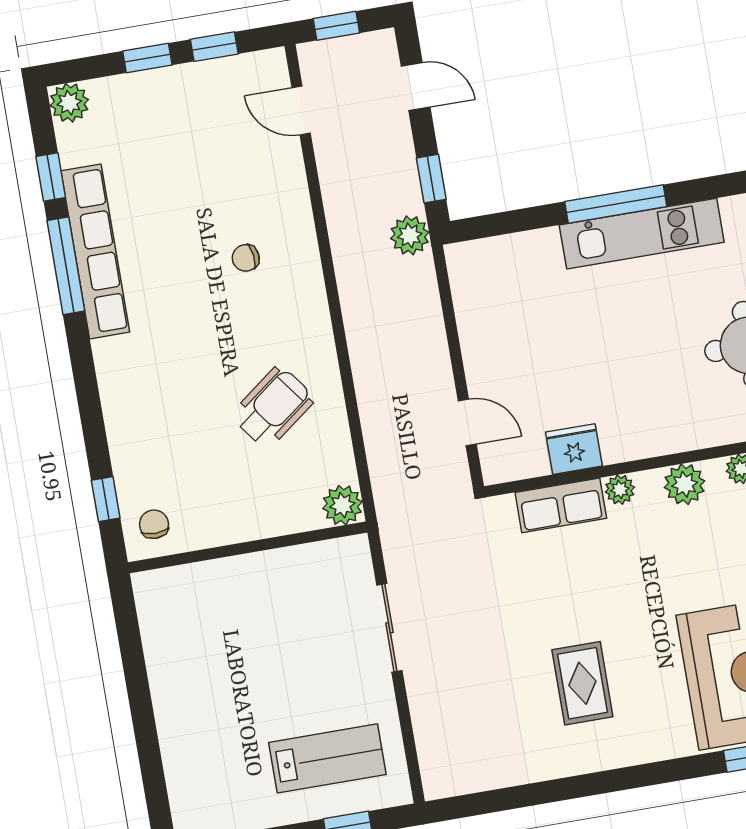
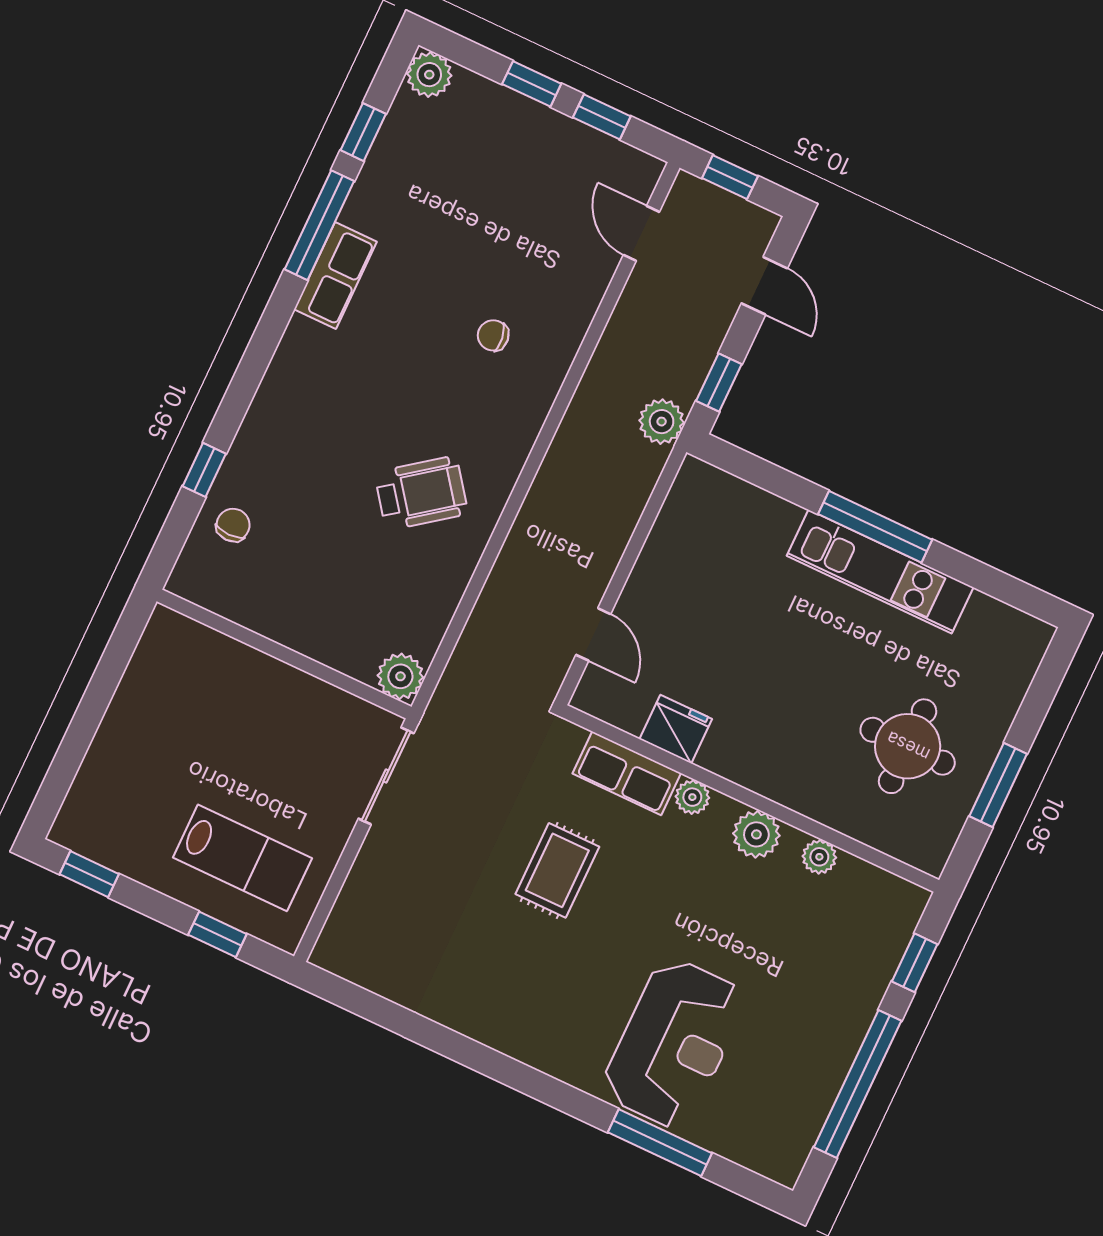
row of seats: (95, 251) -> (335, 276), width x0.50
plant: (342, 505) -> (400, 676), moved
wall: (248, 547) -> (284, 654), moved
rug: (582, 683) -> (557, 870), moved

